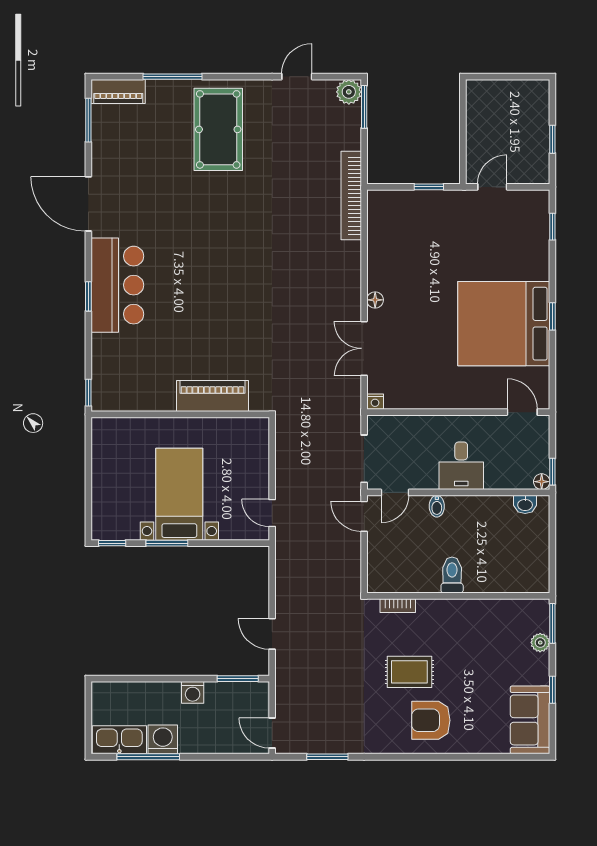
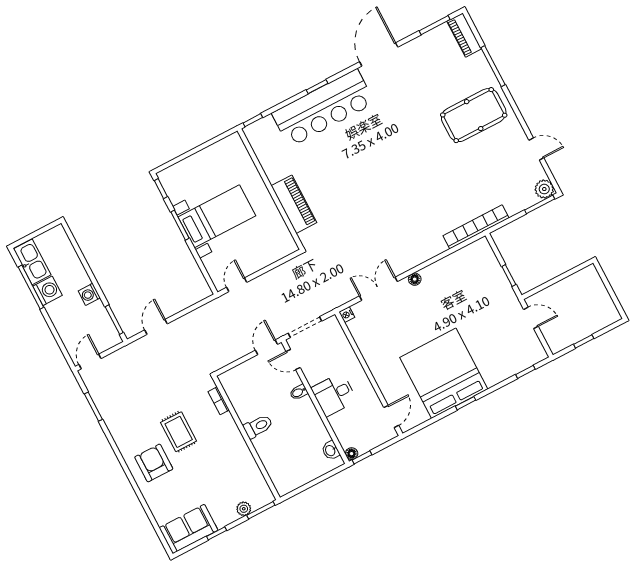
bar counter: (117, 285) -> (323, 108), width x1.36

